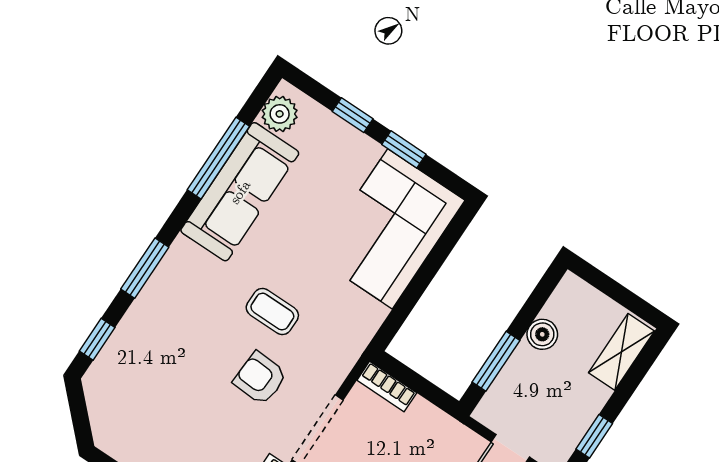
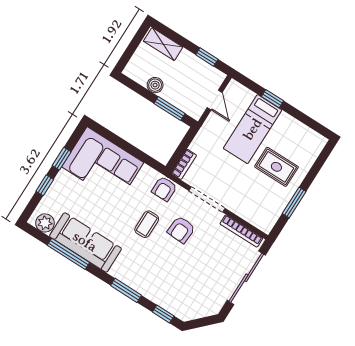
armchair: (340, 347) -> (164, 189), added

